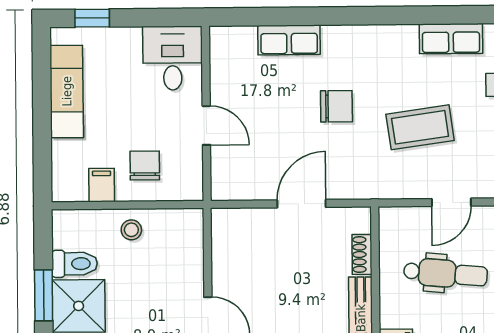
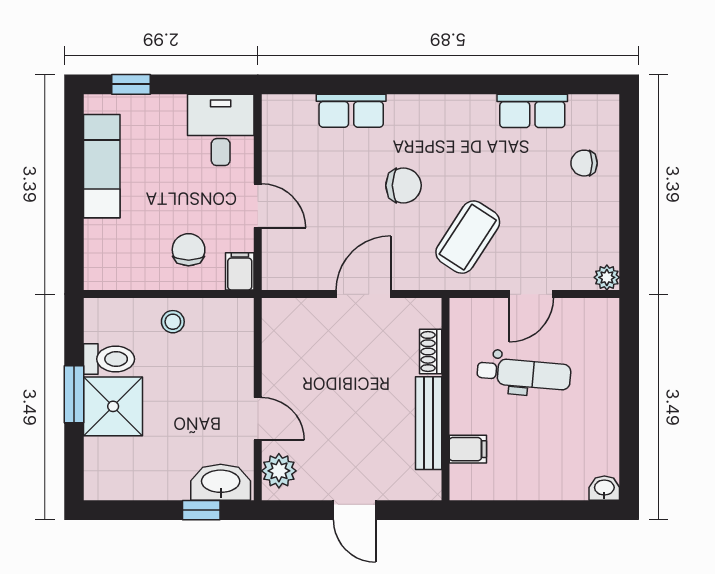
coffee table: (420, 127) -> (468, 237), moved, turned -49
filing cabinet: (102, 185) -> (240, 271), moved

